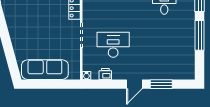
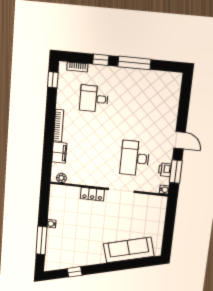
sofa: (45, 70) -> (129, 250), moved, turned 75
window: (161, 84) -> (176, 172), moved

